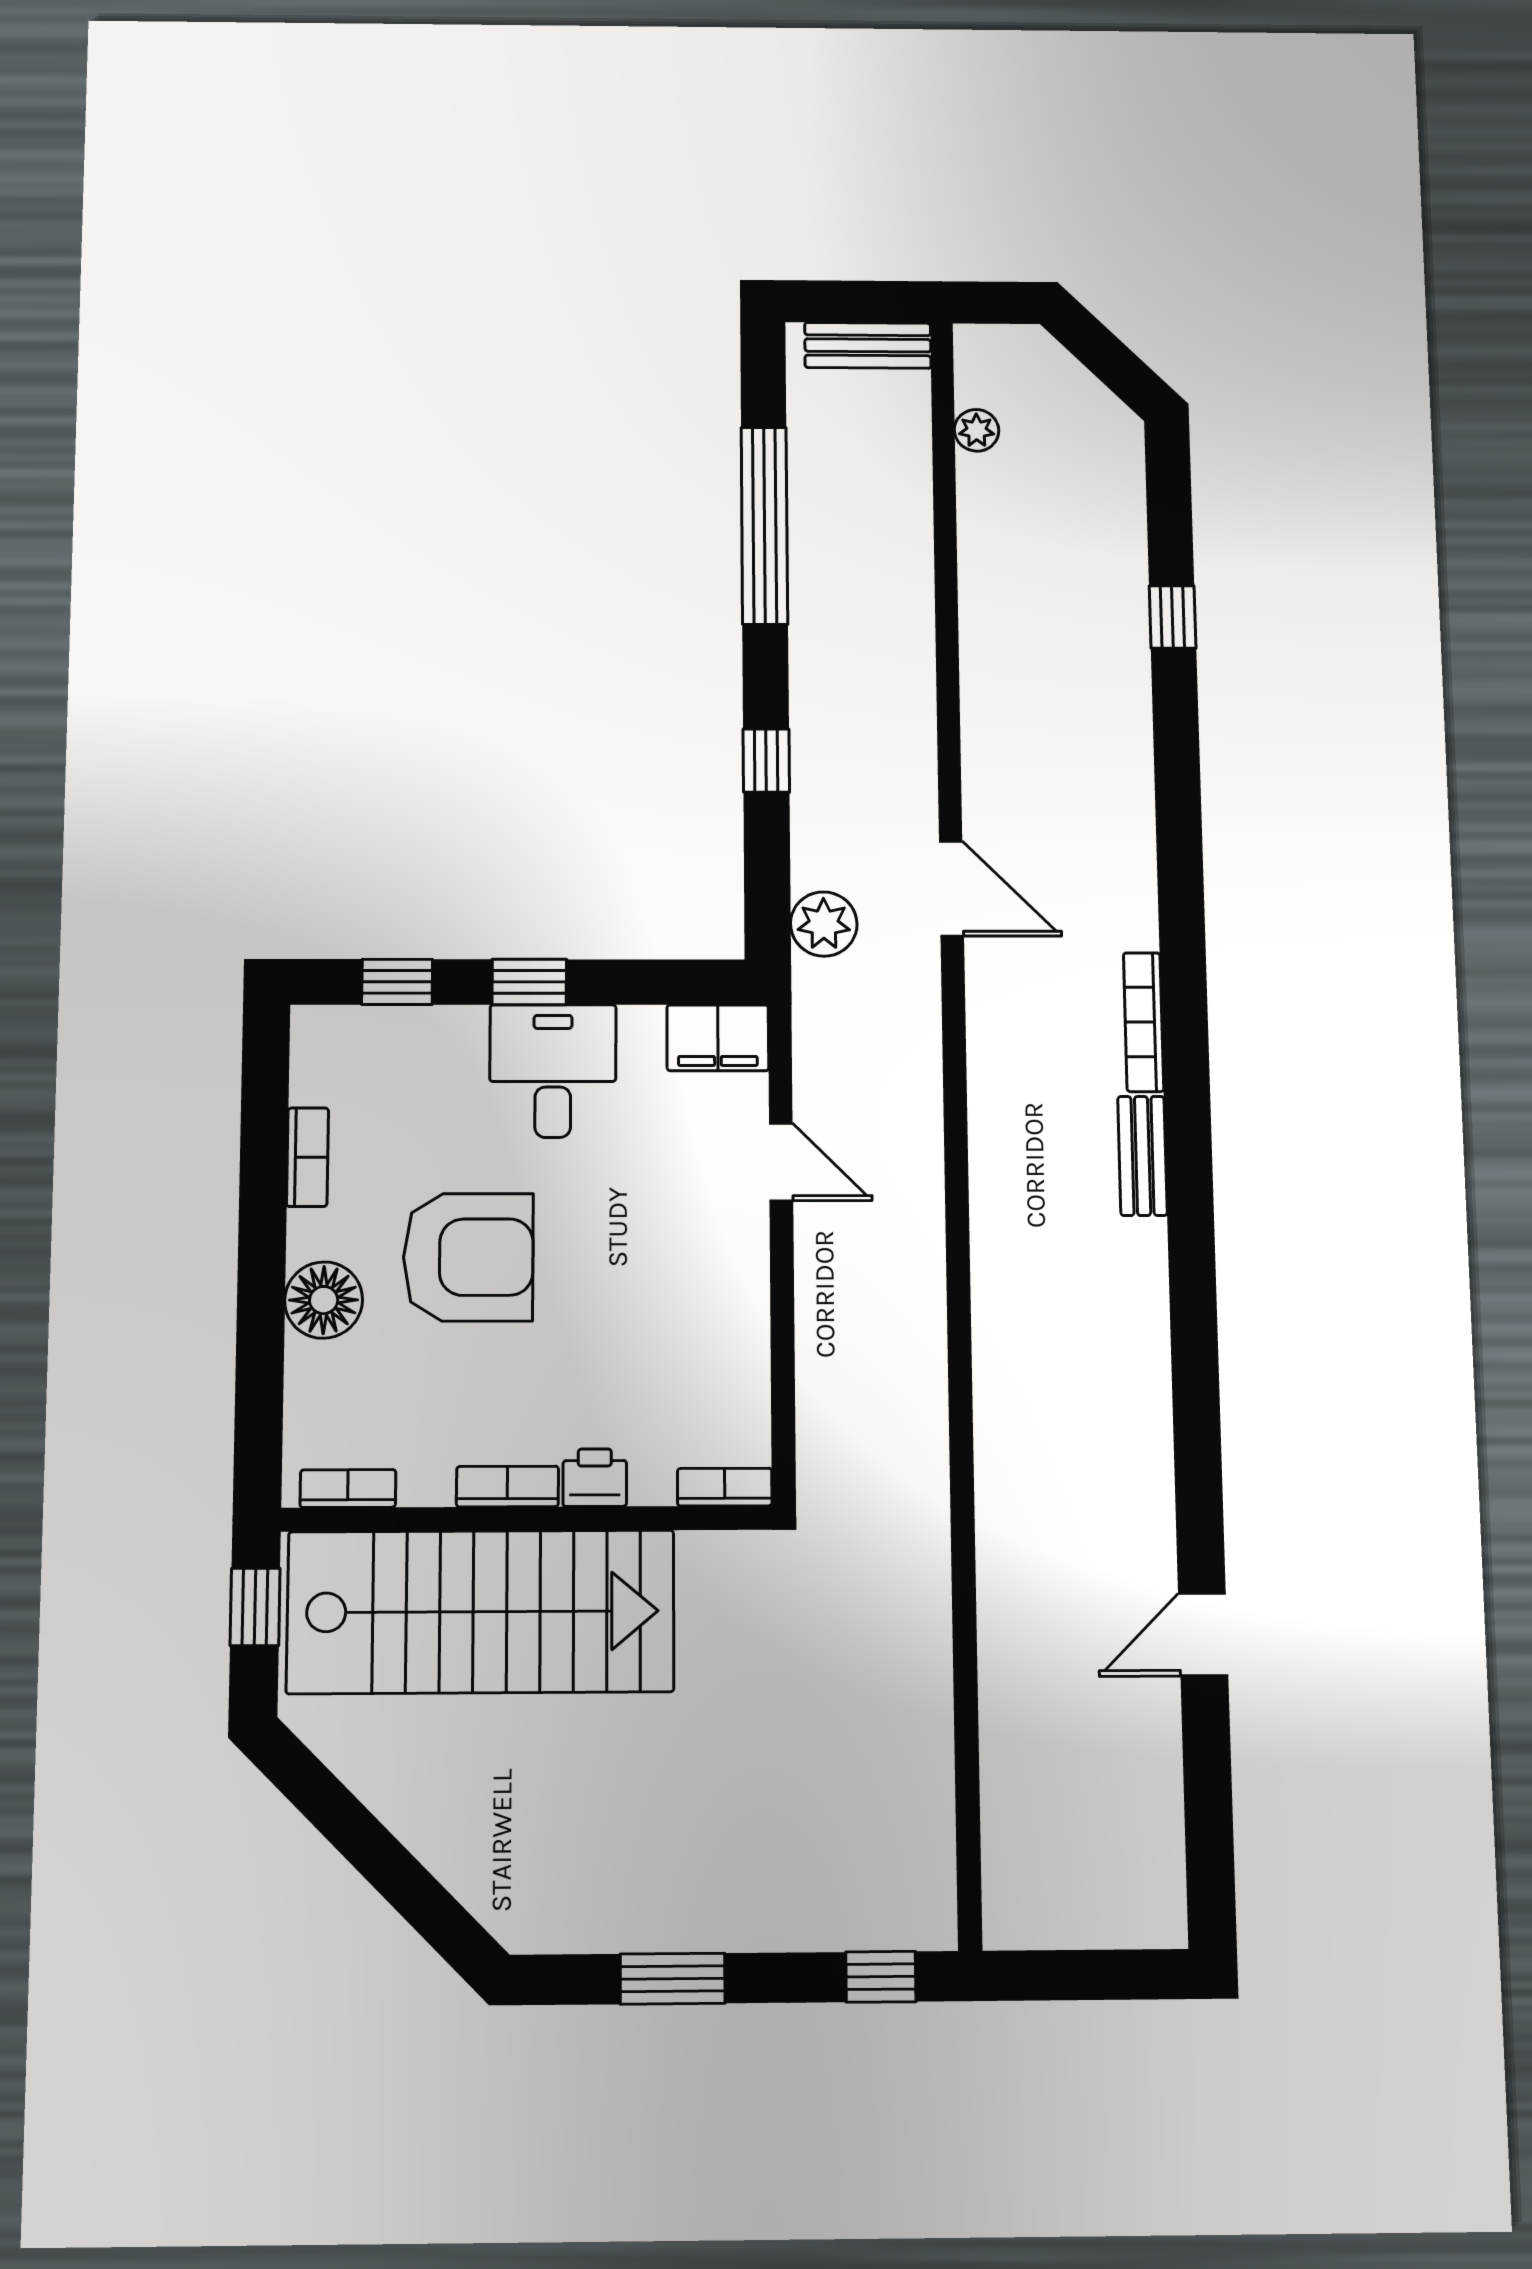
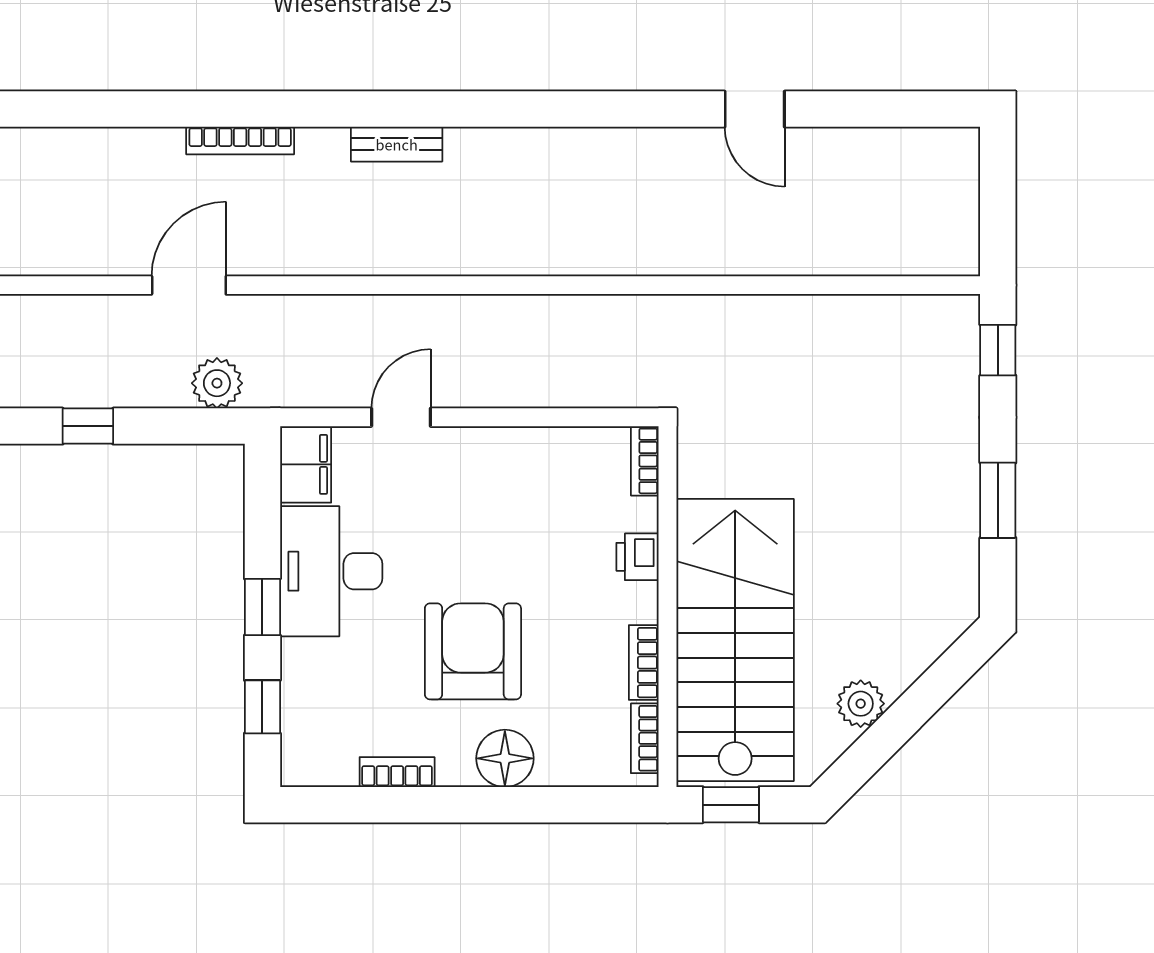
bookcase: (1144, 1022) -> (240, 141), moved
desk: (553, 1071) -> (331, 571), width x1.37
bookcase: (507, 1487) -> (644, 663), moved
plant: (392, 1787) -> (861, 704), added

